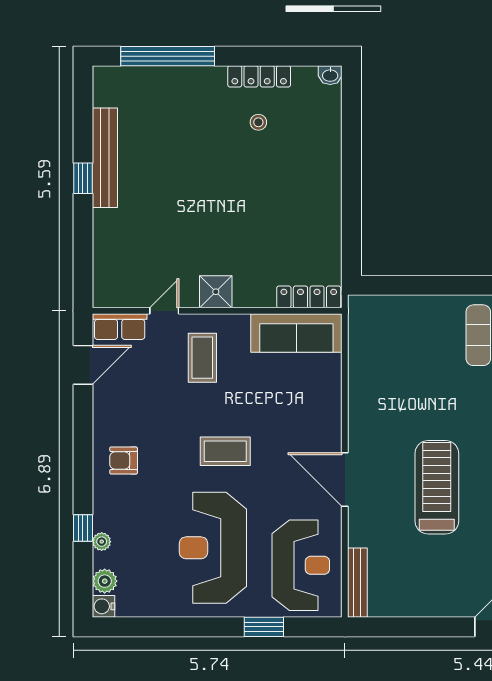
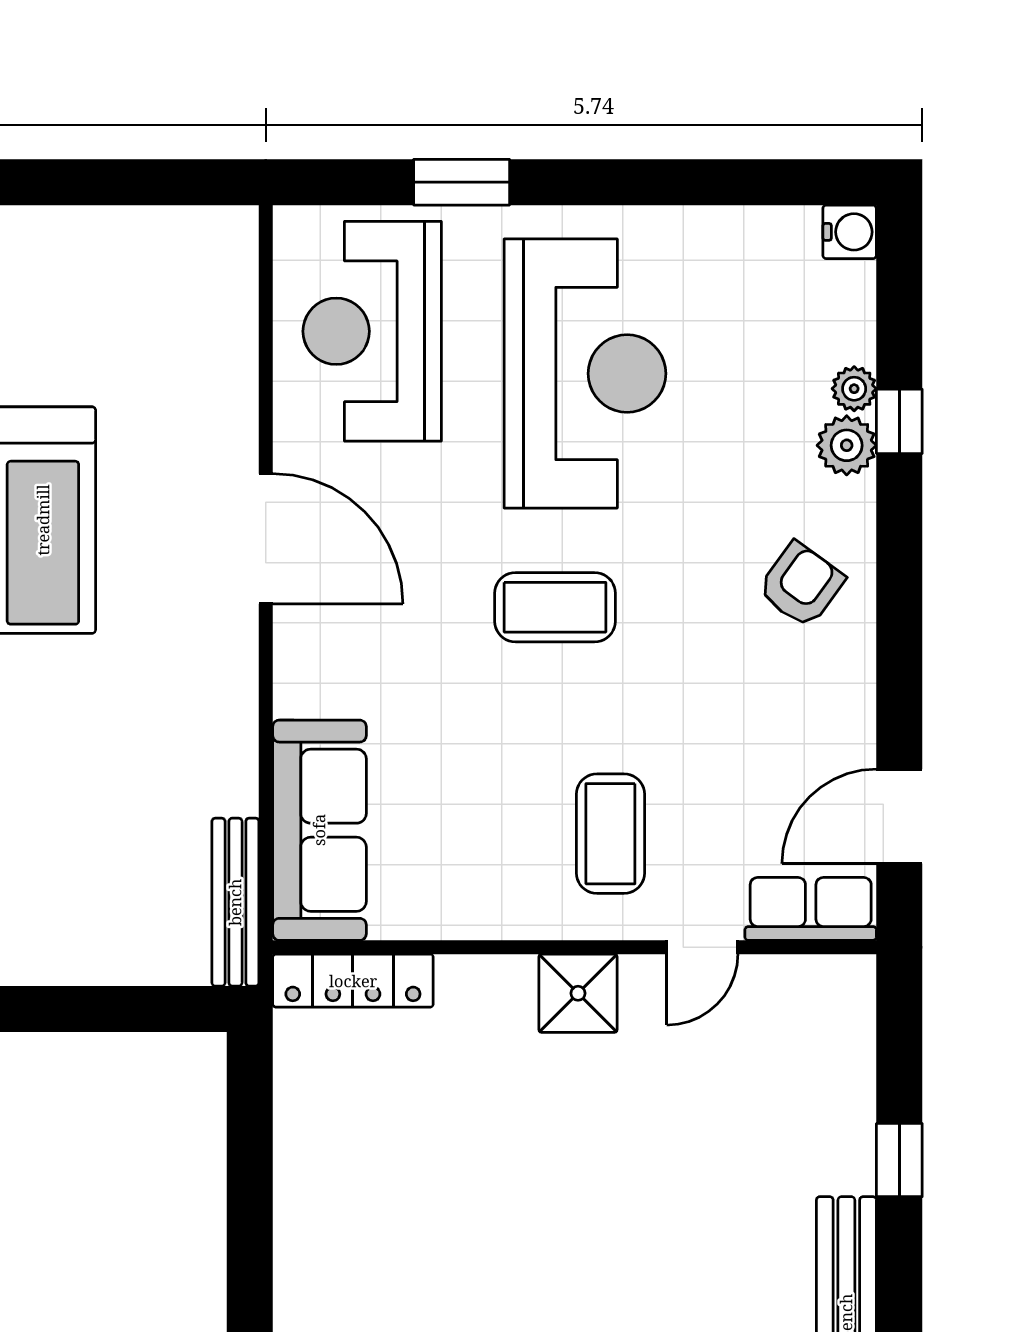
window: (83, 178) -> (899, 1160), moved
sofa: (296, 333) -> (319, 830), moved, turned 90
armchair: (124, 461) -> (801, 585), turned -54
plant: (105, 581) -> (847, 445), moved
bench: (357, 583) -> (235, 902), moved

